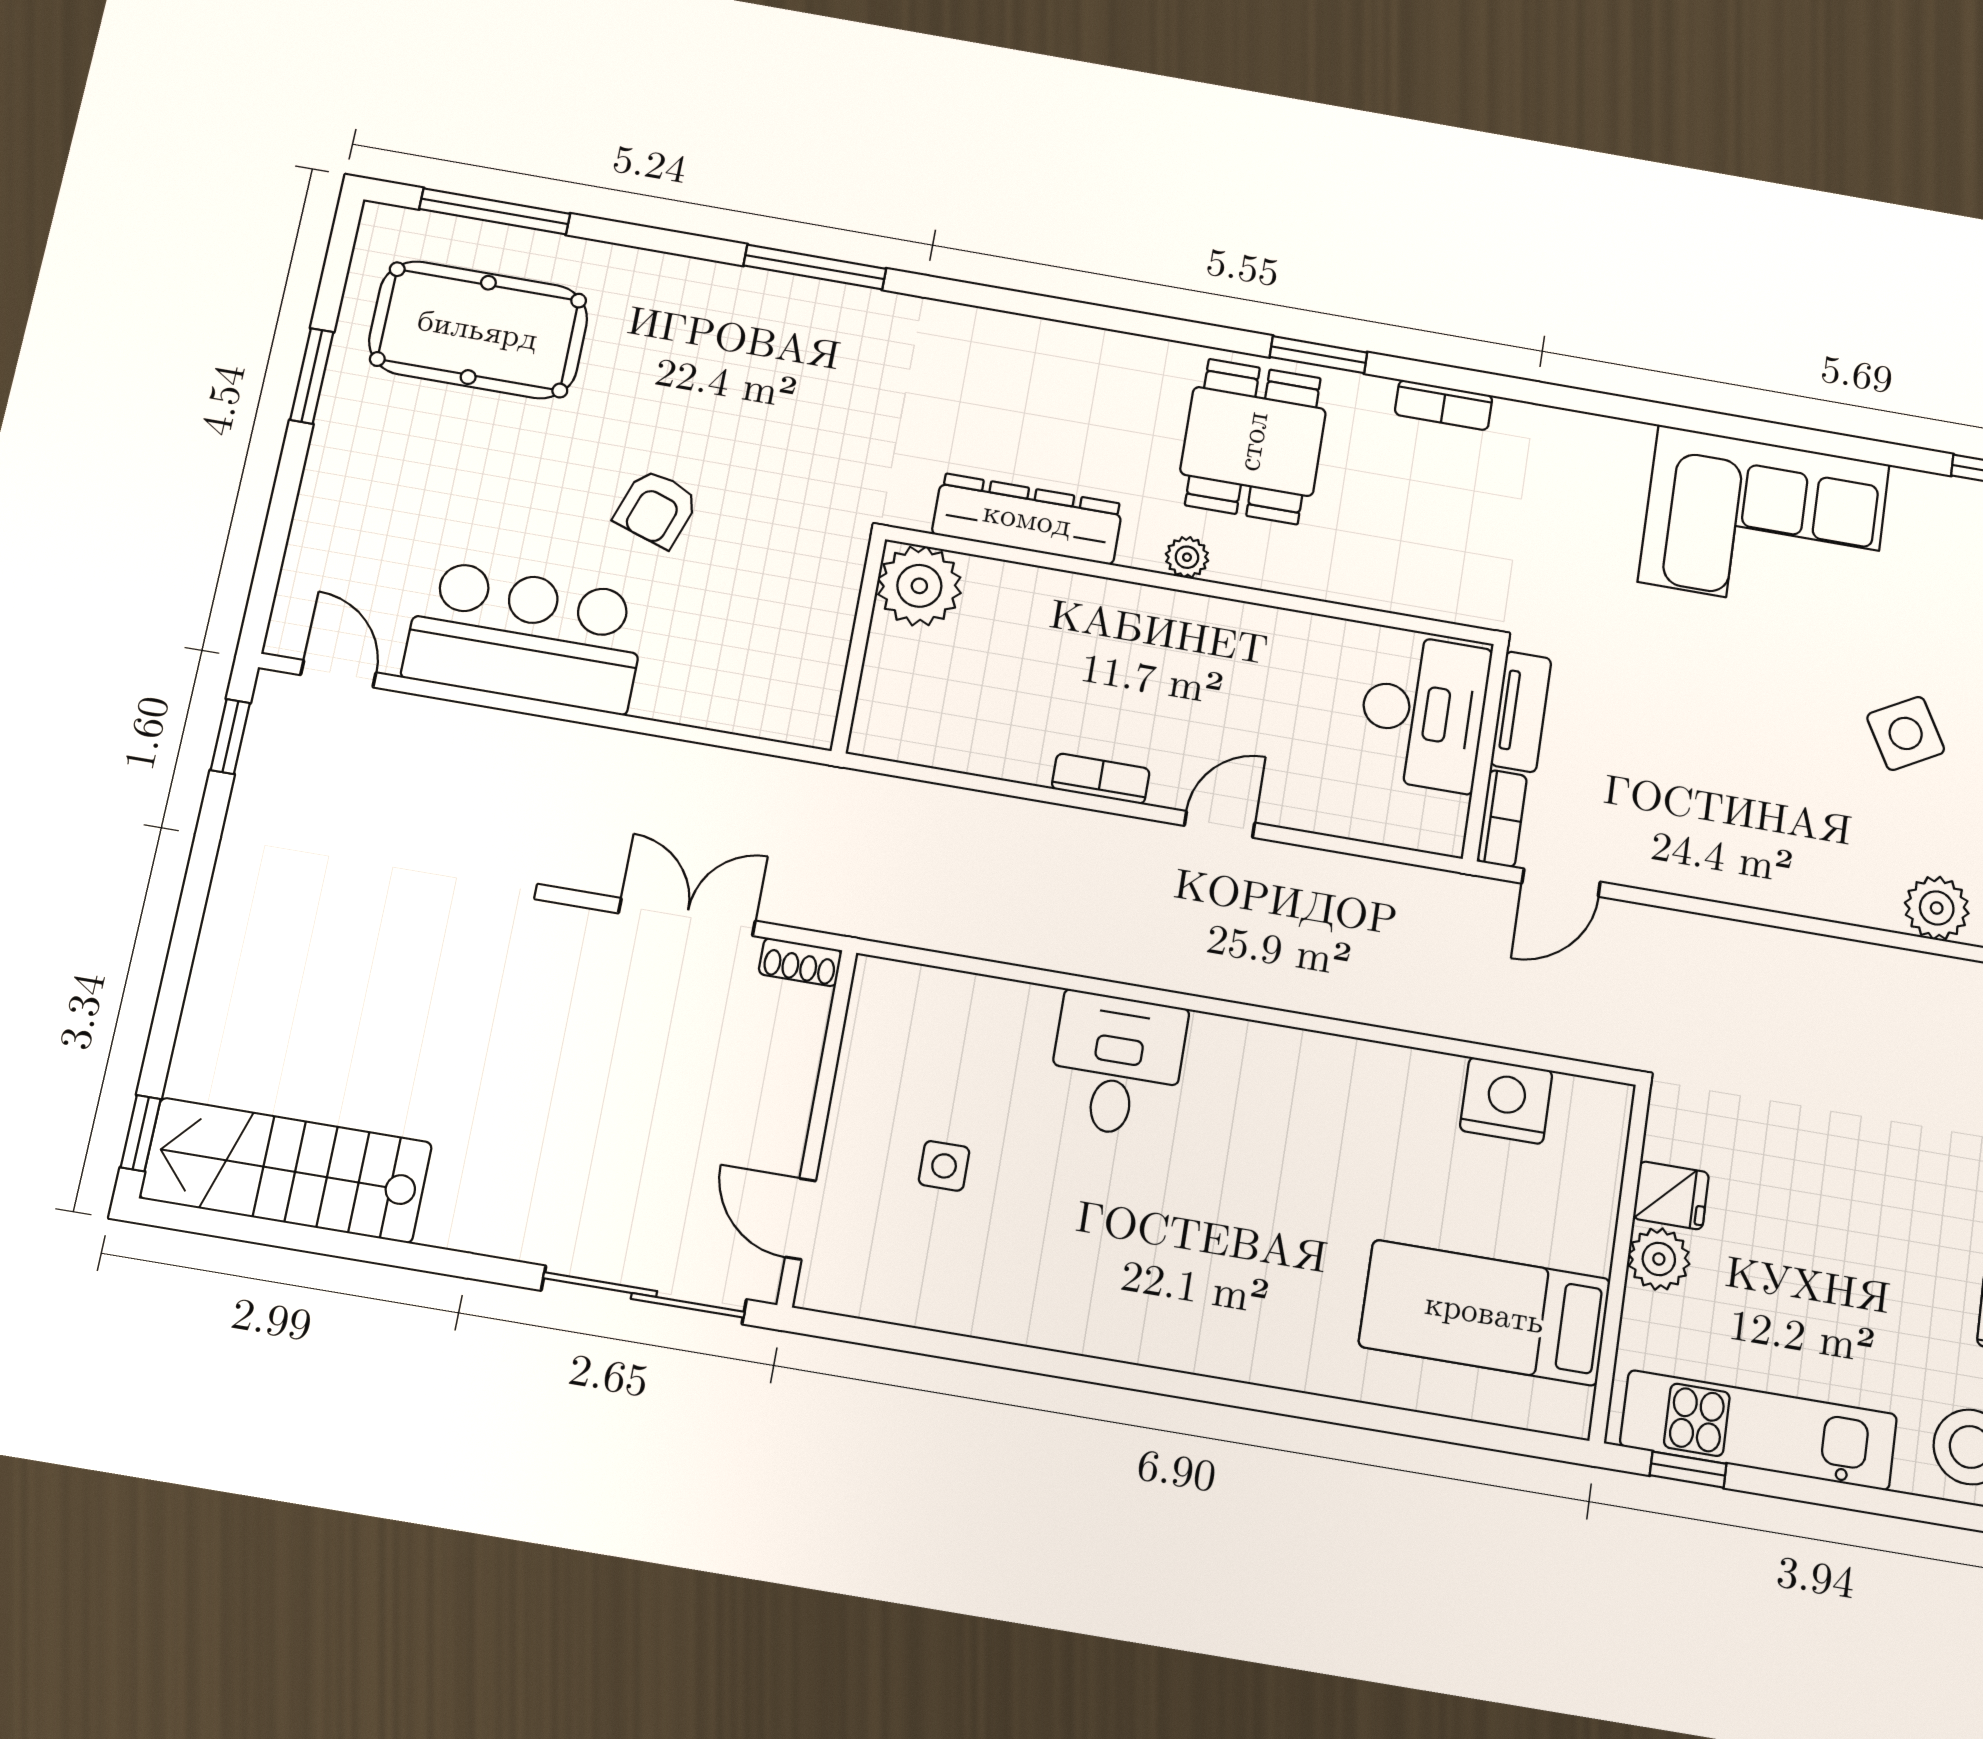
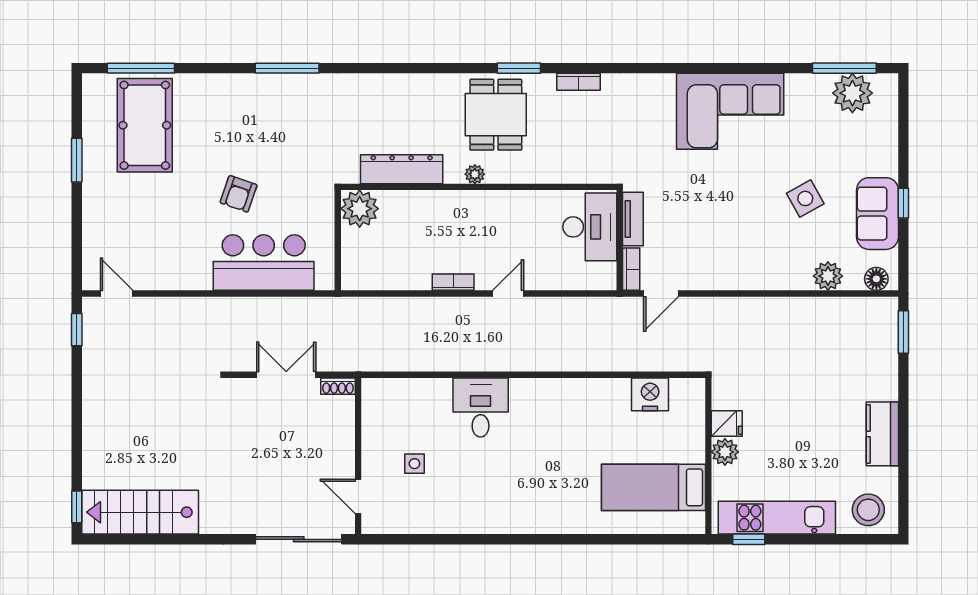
pool table: (478, 330) -> (145, 125), turned 90
bar counter: (526, 637) -> (264, 263), moved

